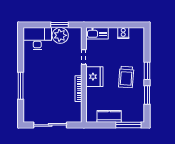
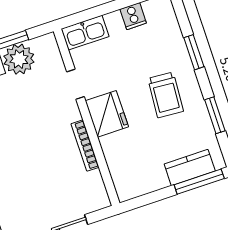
window: (147, 71) -> (194, 52), moved
kitchen counter: (109, 116) -> (190, 168), moved

